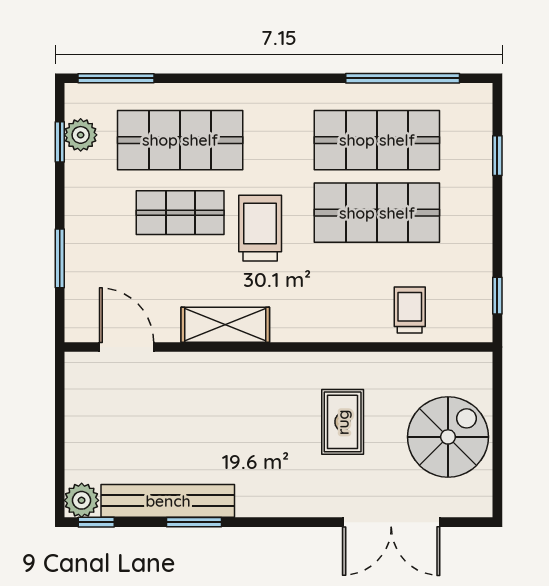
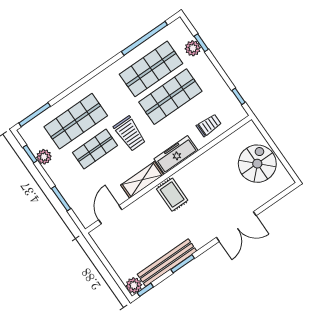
plant: (81, 135) -> (44, 157), moved
plant: (476, 155) -> (193, 48), added
trolley: (260, 228) -> (130, 134), turned 180
trolley: (410, 310) -> (209, 125), turned 90
freezer: (316, 322) -> (176, 155), added
door: (127, 347) -> (110, 215), hinge flipped
rug: (343, 422) -> (172, 195), moved
double door: (391, 522) -> (236, 227), moved

